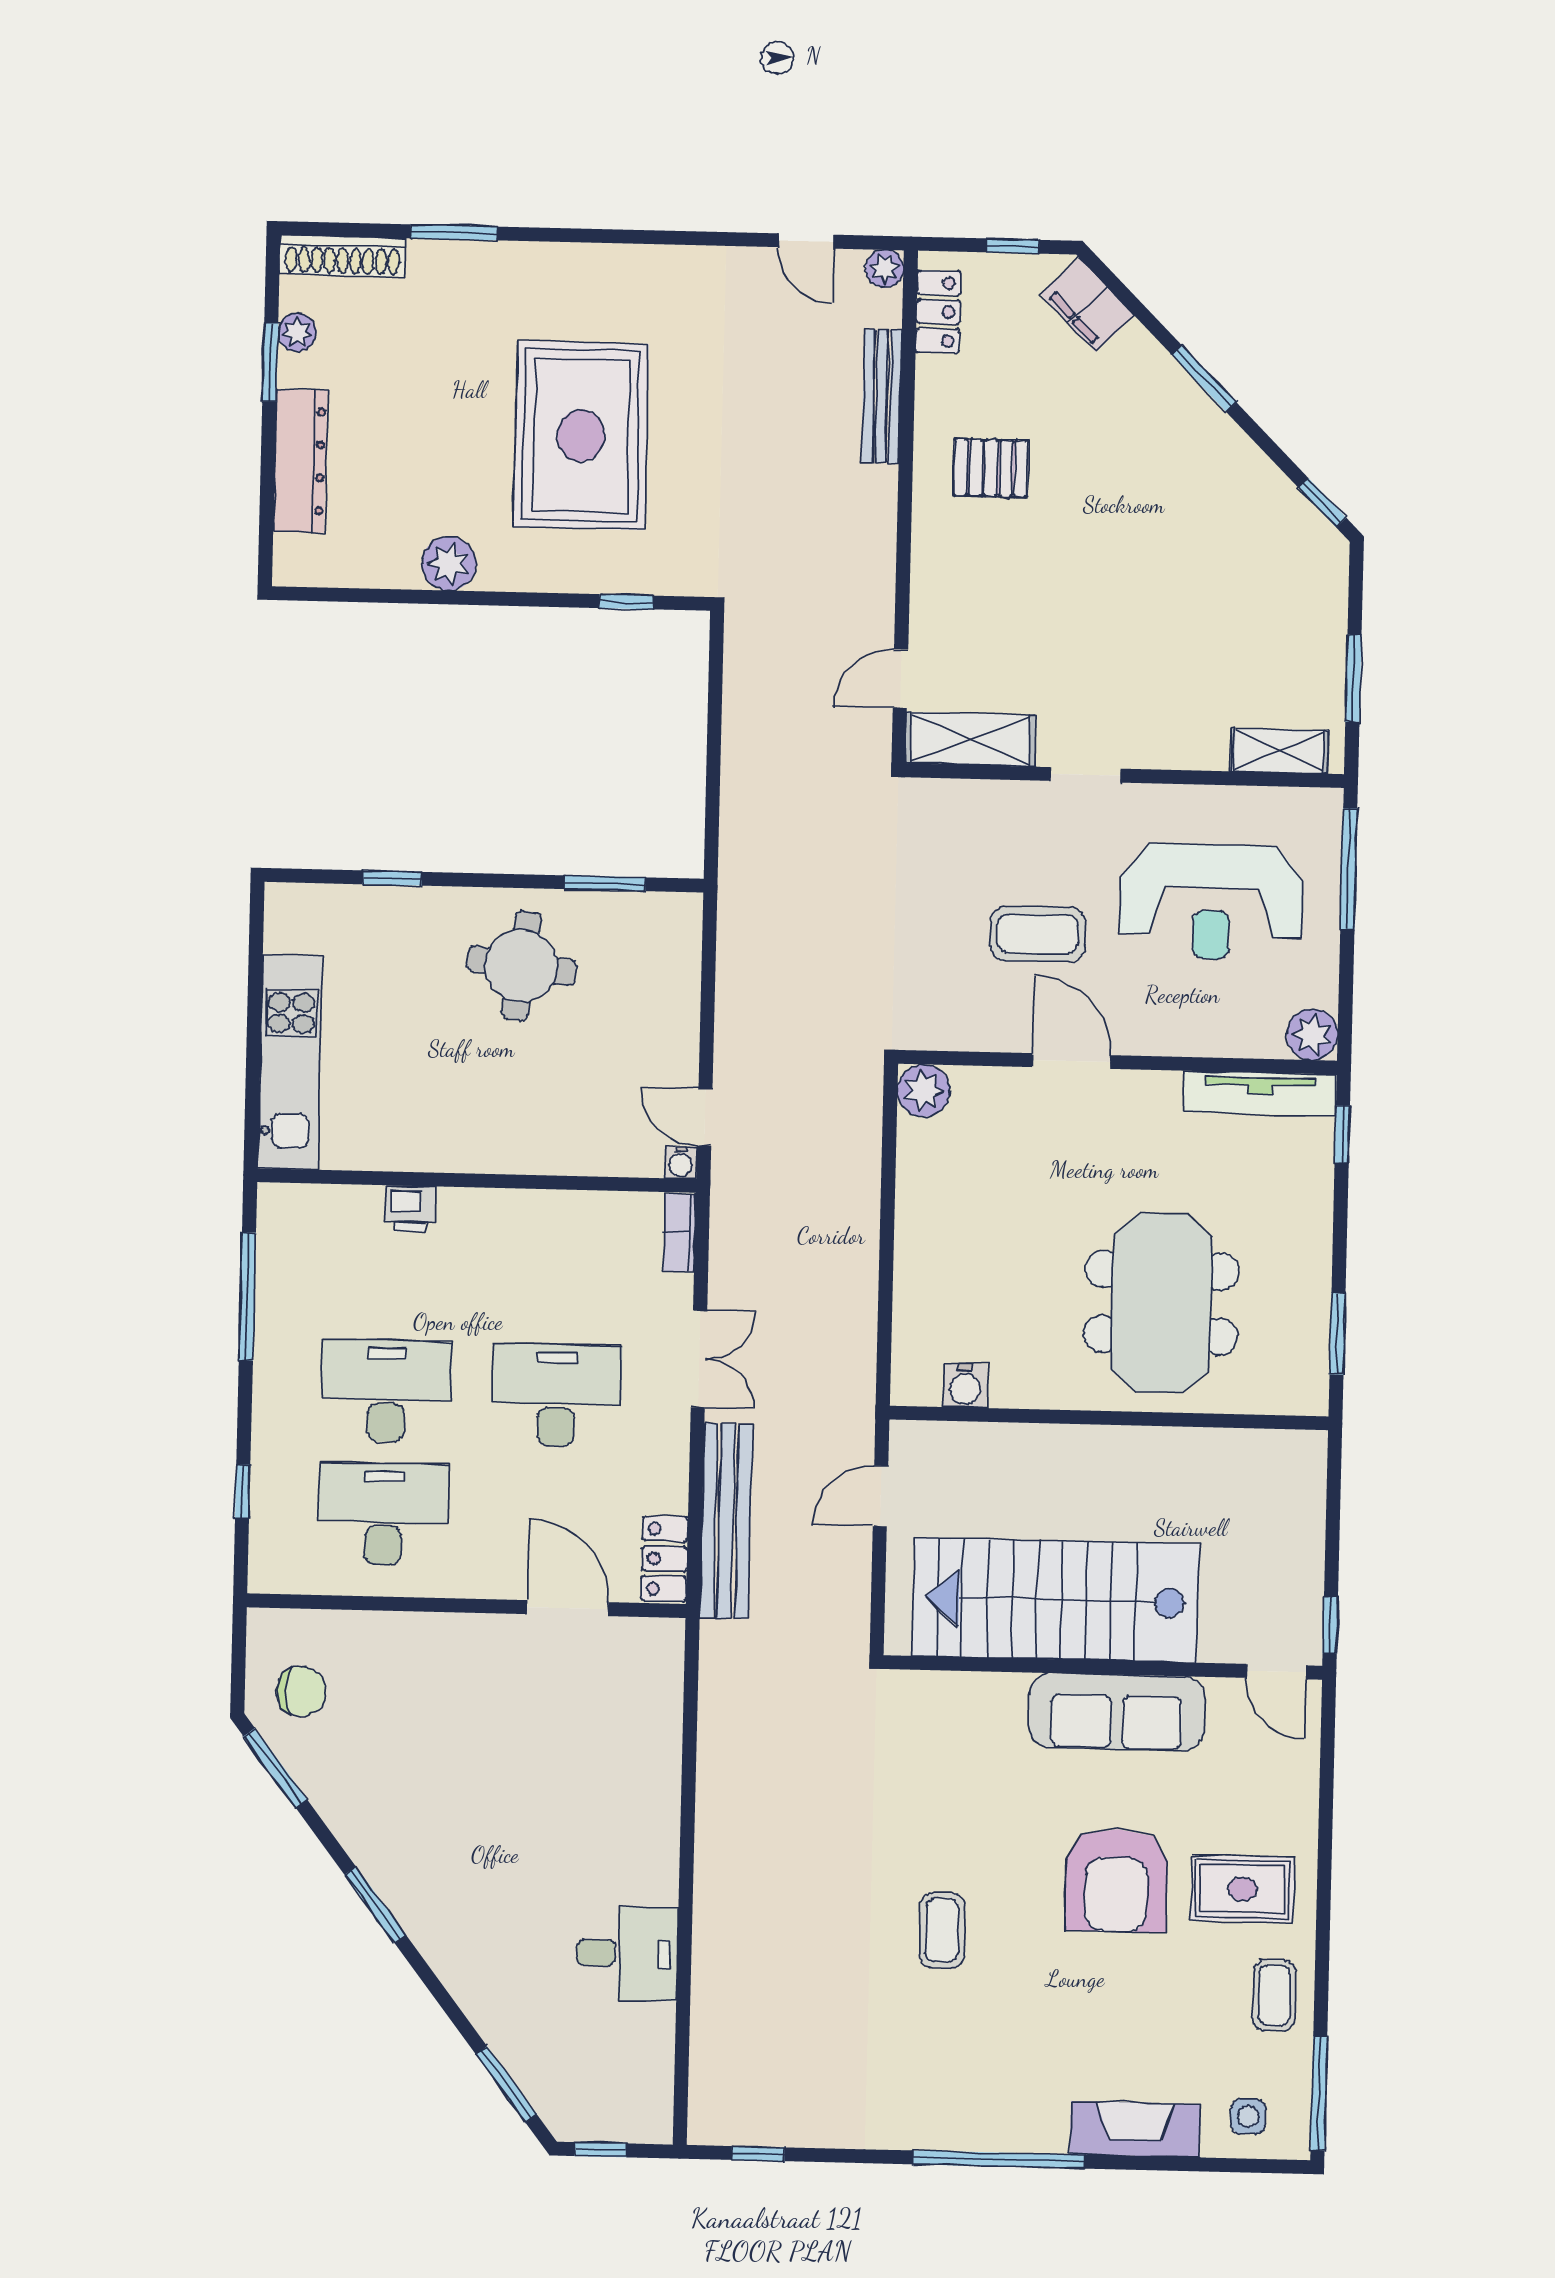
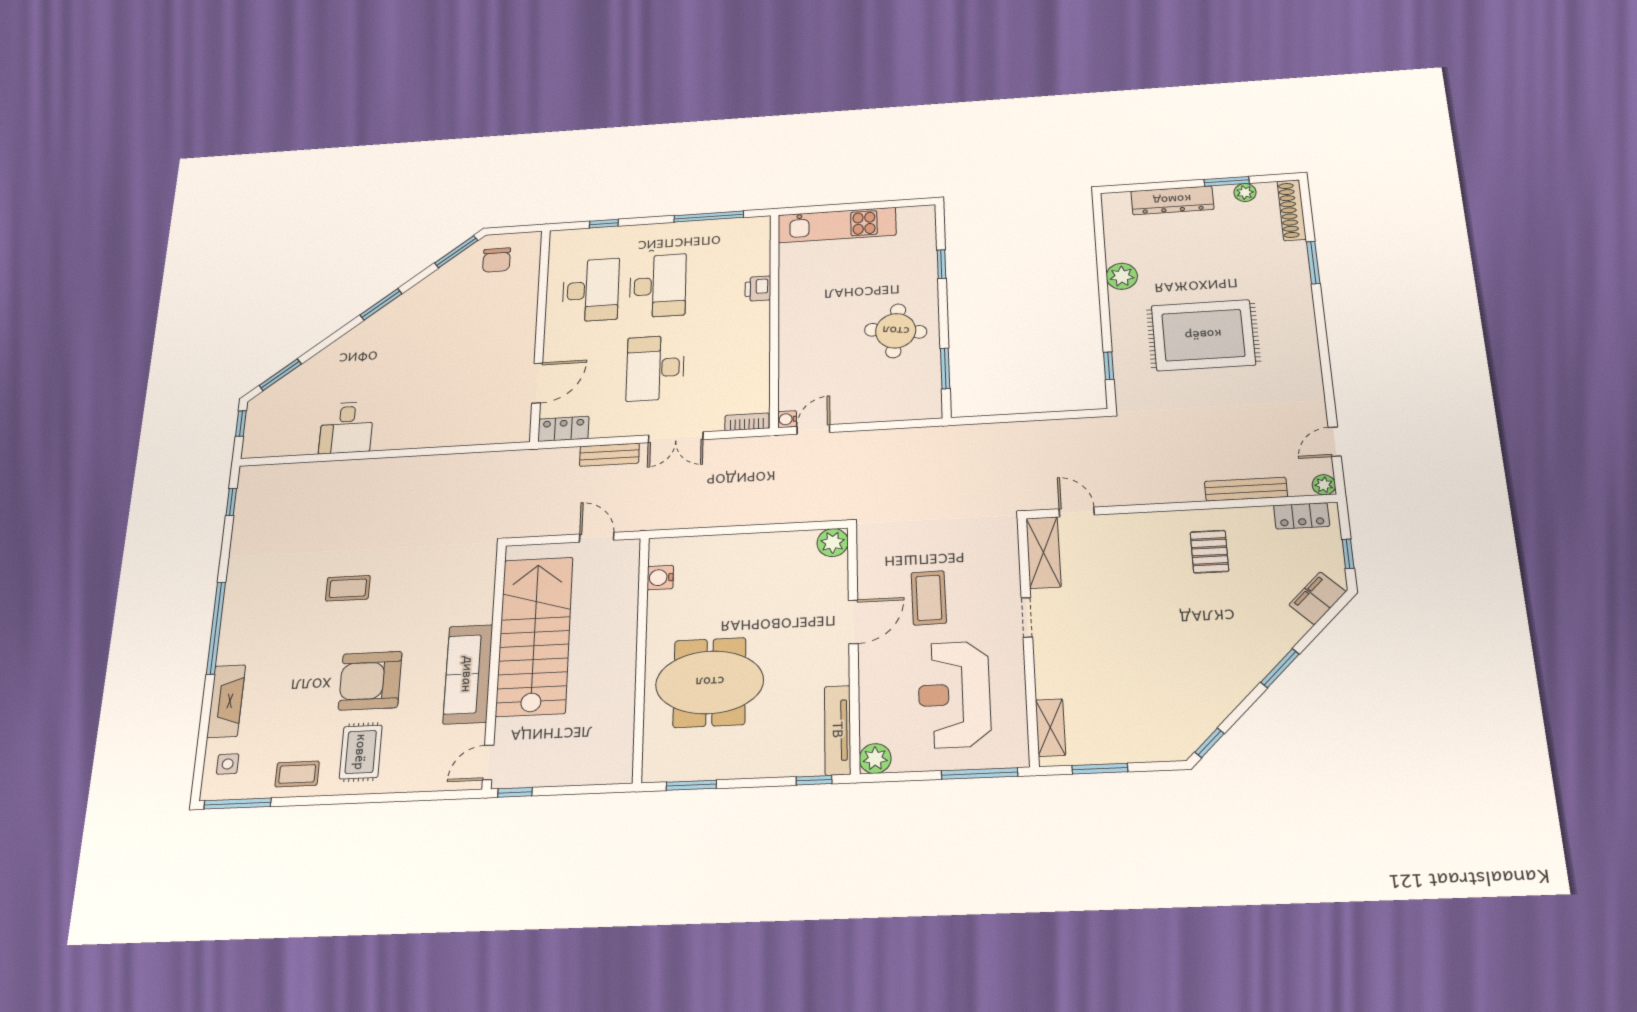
desk: (557, 1395) -> (655, 368), turned 180
bench: (726, 1521) -> (609, 455), width x0.54, depth x0.82

